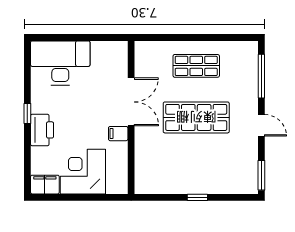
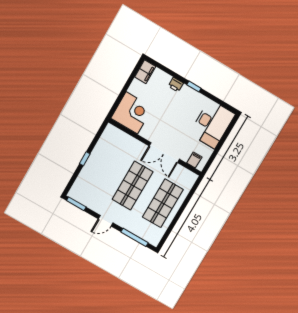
shop shelf: (196, 66) -> (163, 203), width x1.43, depth x1.36
printer: (42, 130) -> (176, 85), width x0.53, depth x0.68
filing cabinet: (118, 134) -> (194, 160), moved
corner desk: (83, 172) -> (132, 113), moved

